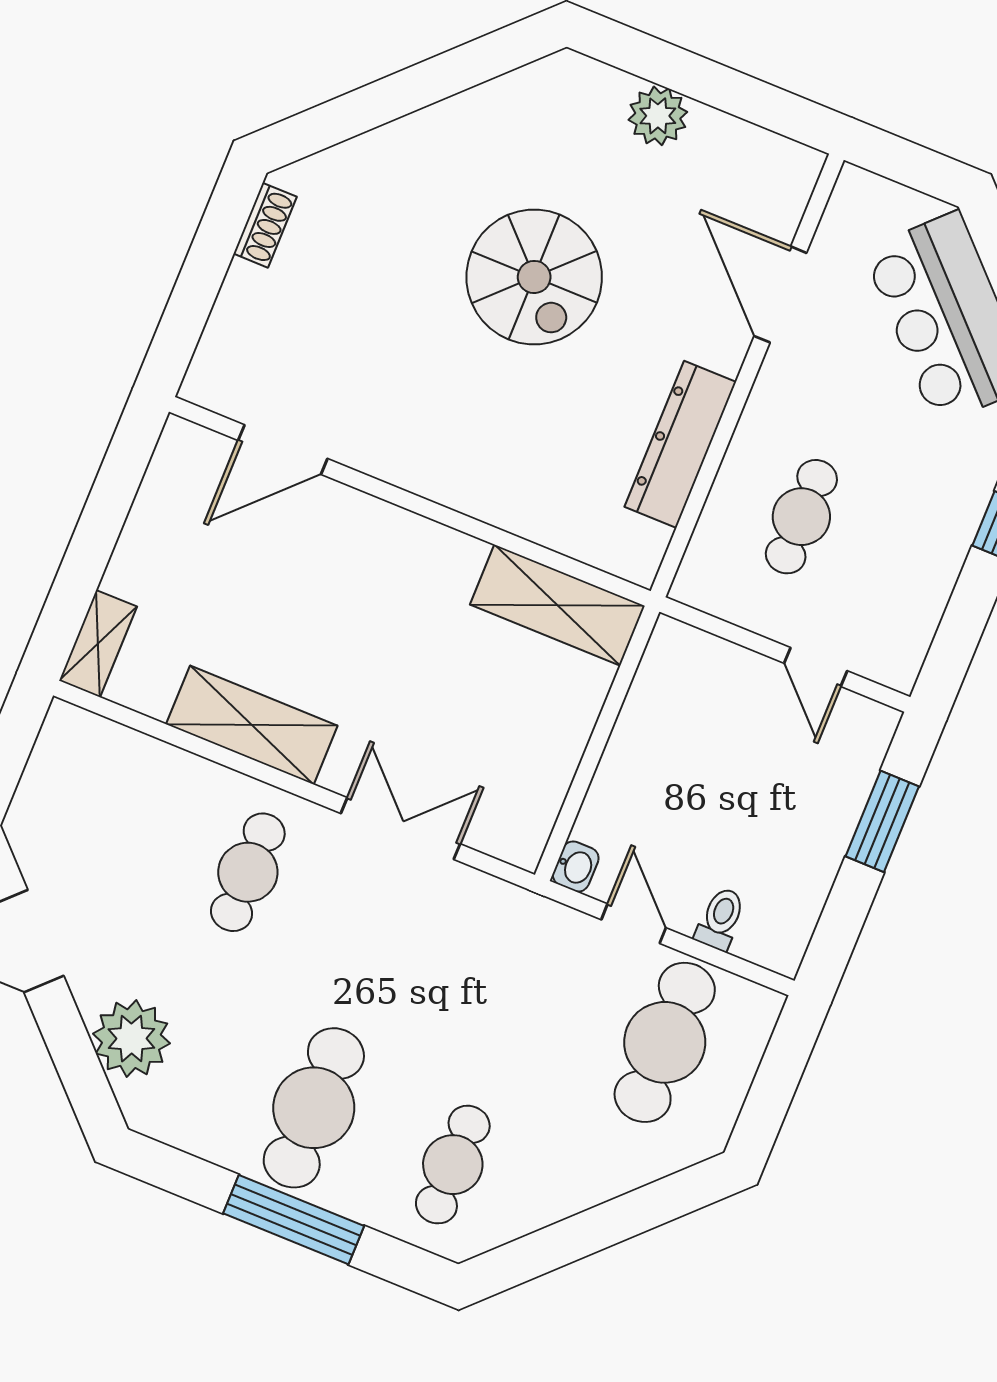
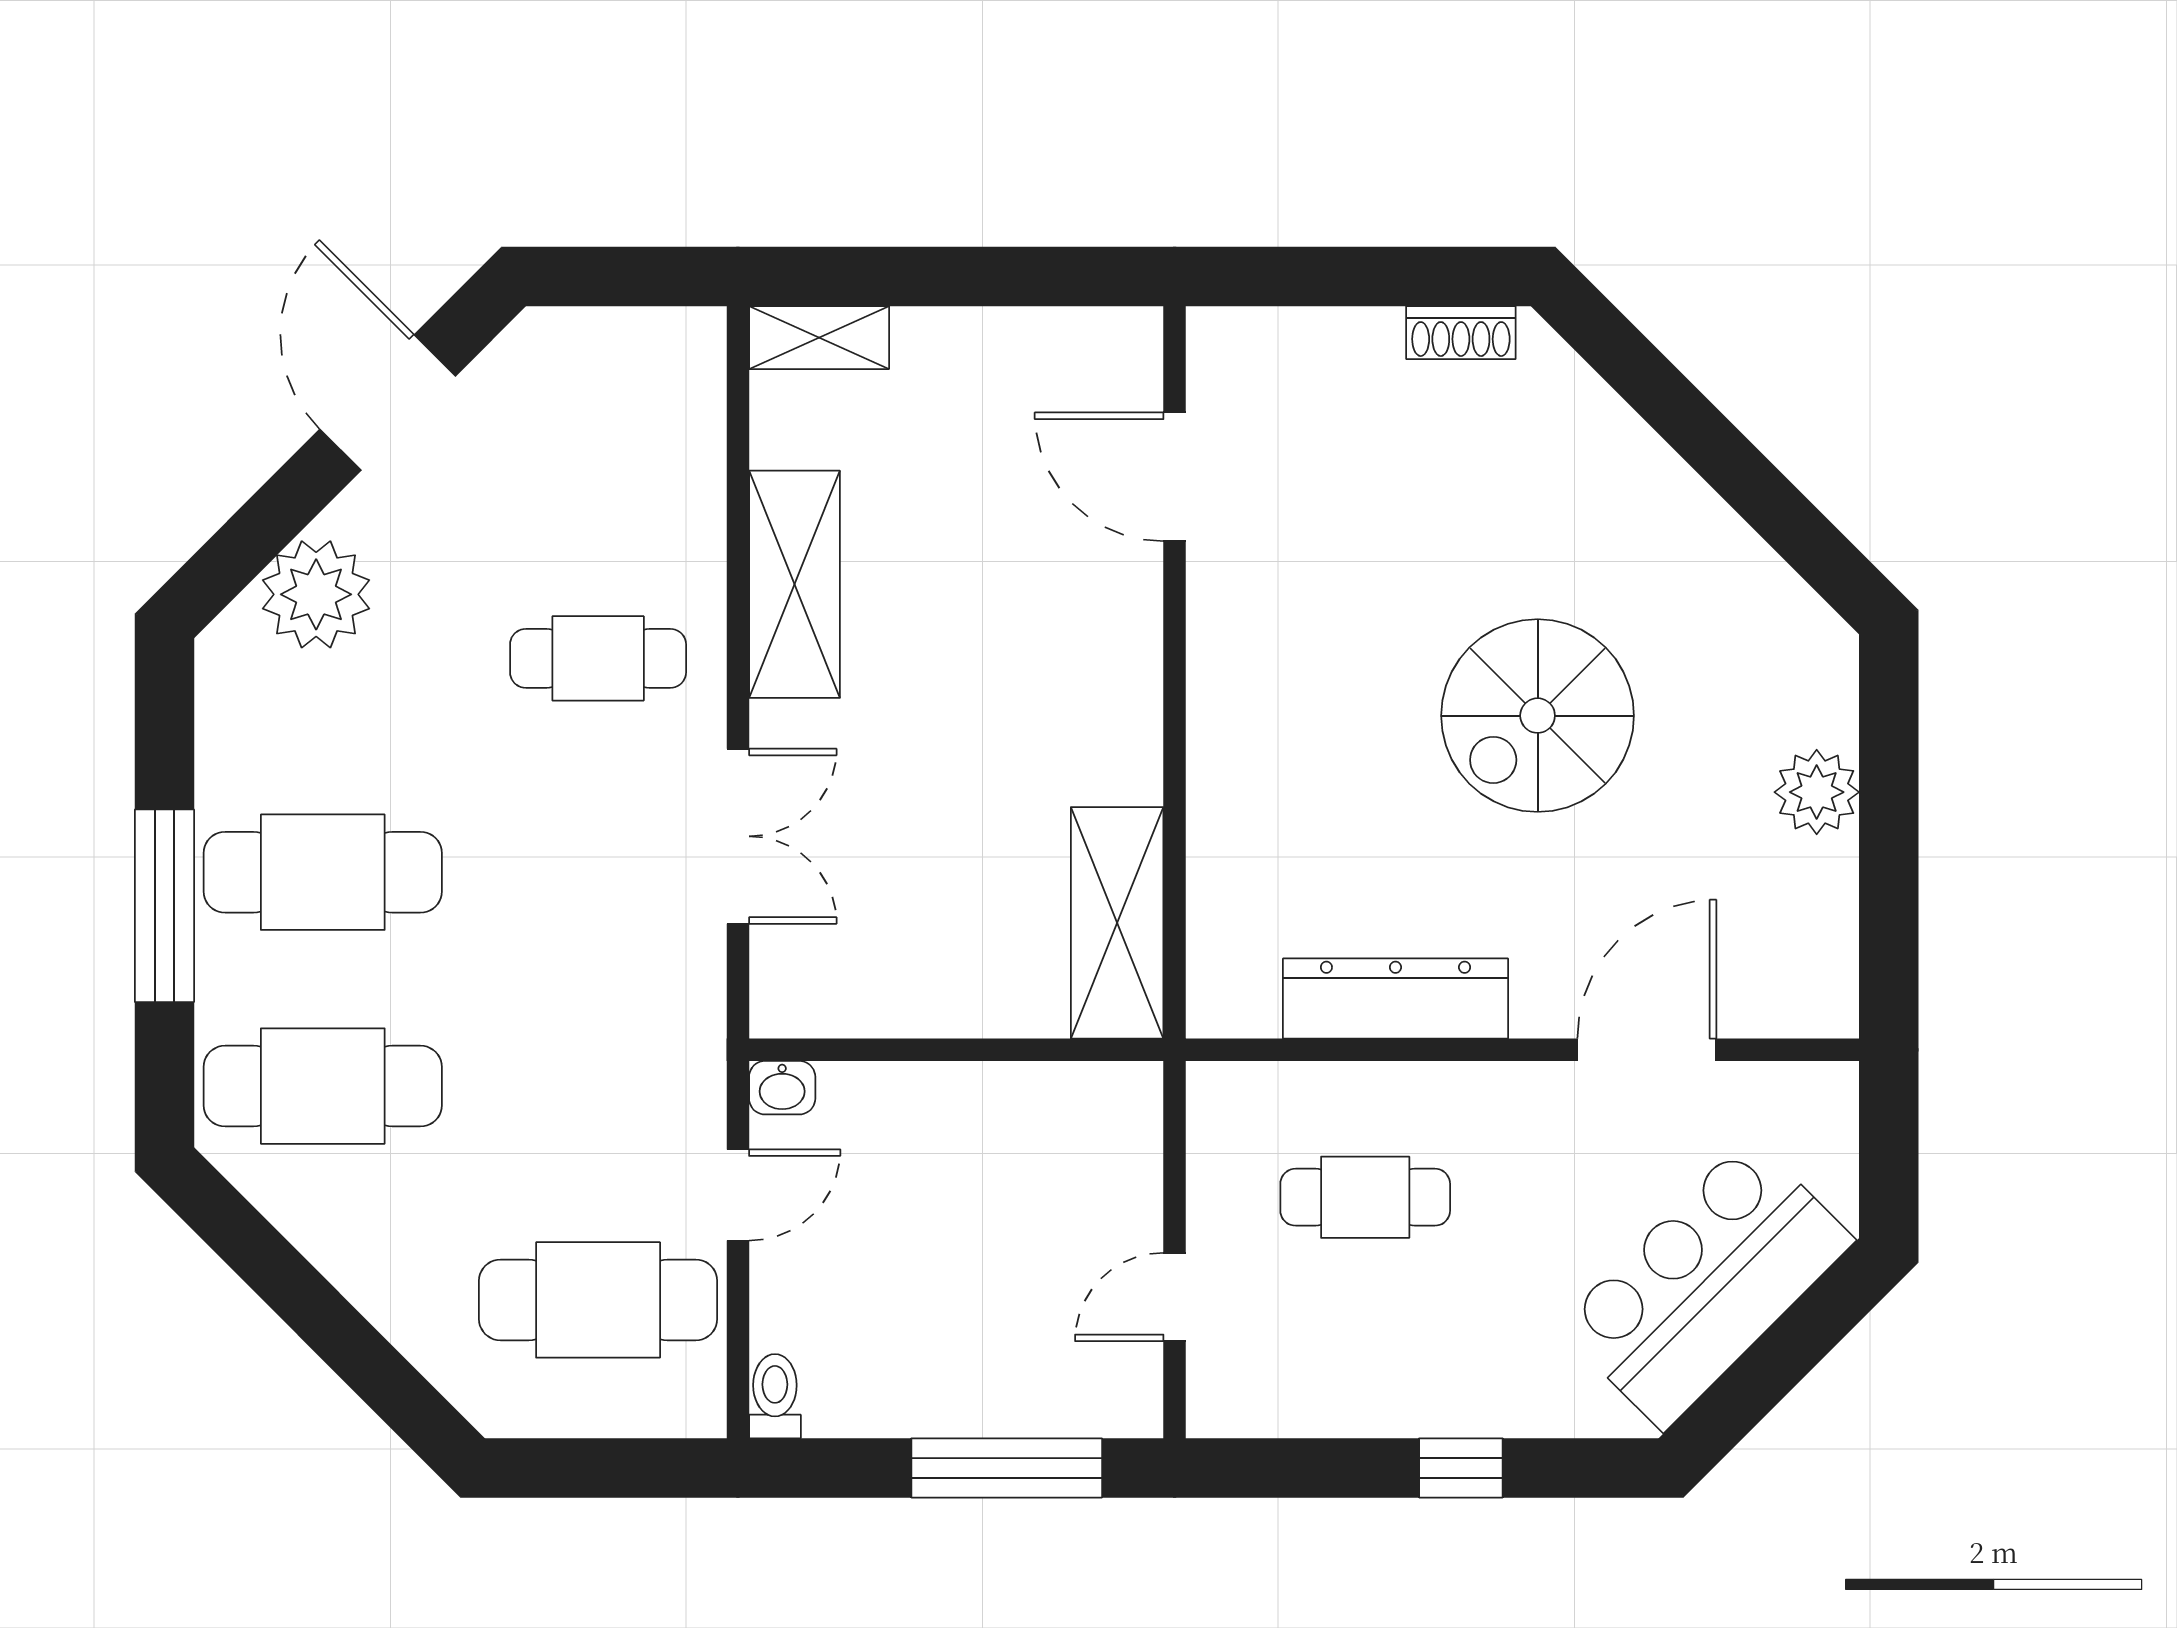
window: (882, 821) -> (1007, 1468), width x1.44
toilet: (720, 919) -> (775, 1396), moved, turned -90
cafe table: (453, 1165) -> (323, 1086), width x1.37, depth x1.35

